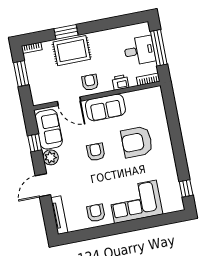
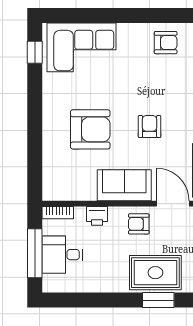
armchair: (90, 82) -> (139, 224), turned 90
armchair: (96, 152) -> (150, 127), turned 180
corner sofa: (135, 202) -> (81, 47), moved
armchair: (96, 213) -> (166, 43), turned -90

